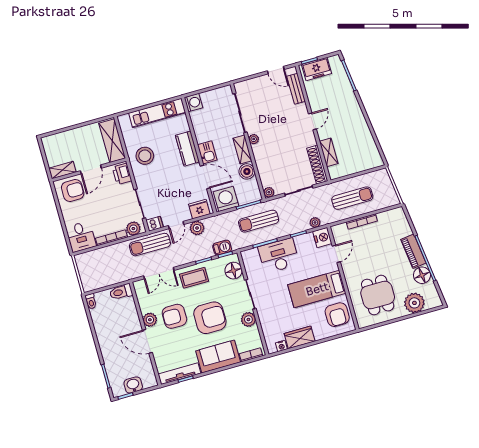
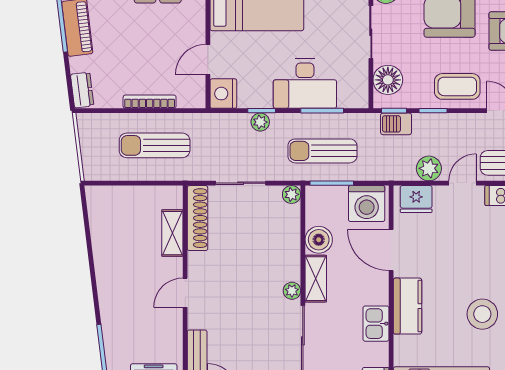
kitchen sink: (207, 152) -> (376, 324), moved
dresser: (401, 217) -> (82, 90), added
sun lounger: (259, 221) -> (322, 151), turned 180
plant: (315, 223) -> (260, 122), moved

